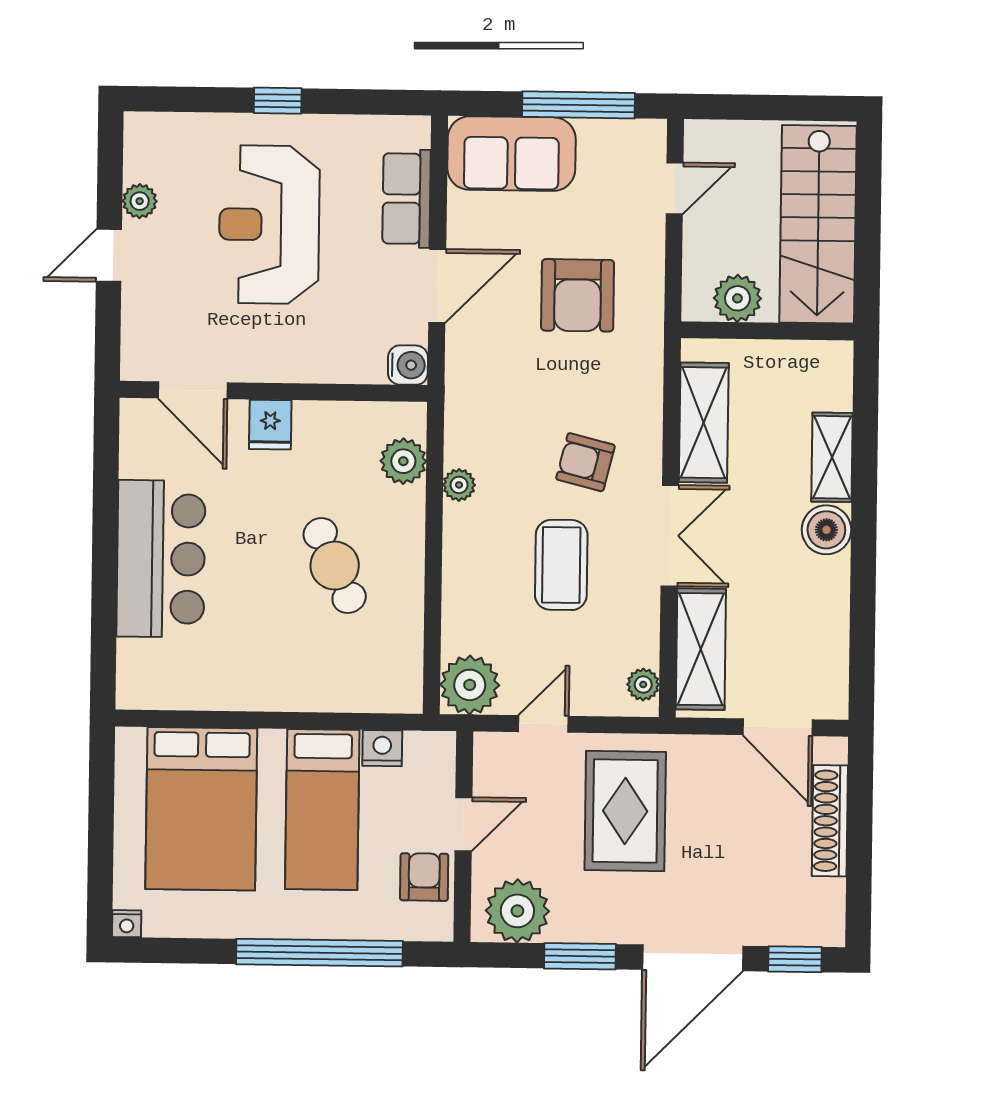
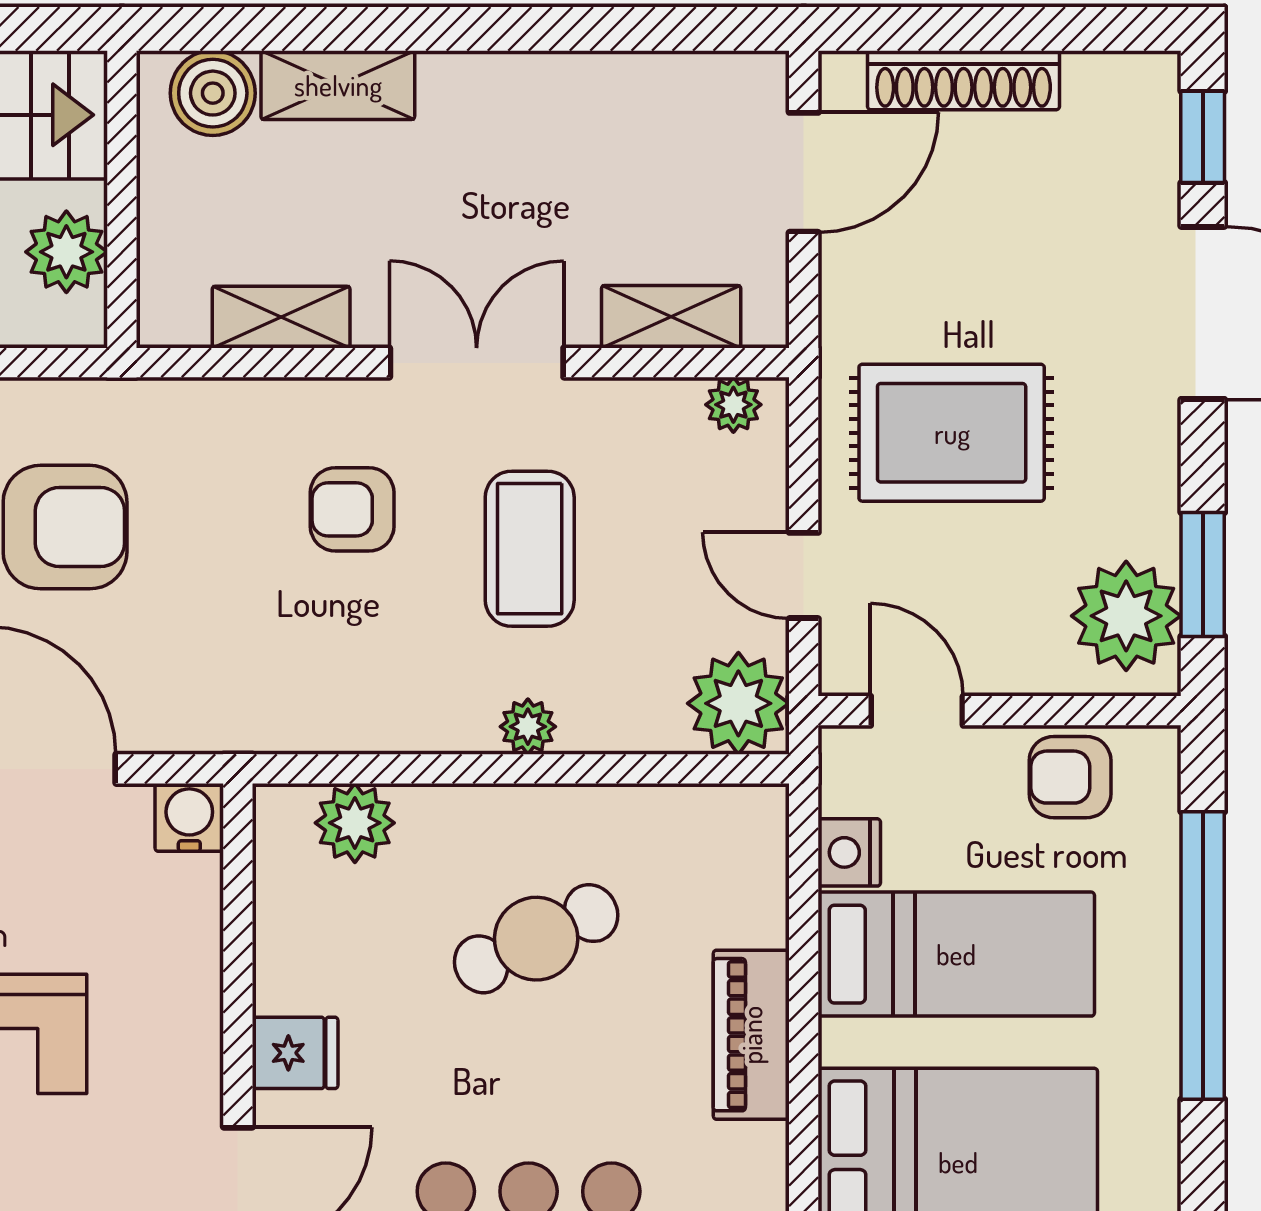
shelving: (704, 423) -> (281, 317), width x0.67, depth x0.75
armchair: (585, 462) -> (352, 509), turned 76
plant: (459, 485) -> (528, 727), moved
boiler: (826, 530) -> (213, 93), moved
coffee table: (561, 565) -> (530, 549), turned 90
shelving: (701, 649) -> (671, 317), width x0.67, depth x0.75
piano: (277, 690) -> (751, 1035), added
door: (463, 824) -> (917, 711), moved
window: (580, 956) -> (1203, 574), moved

